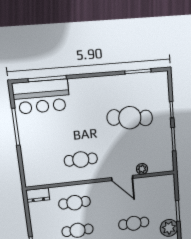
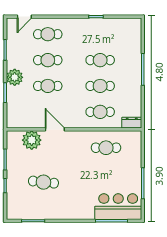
cafe table: (130, 118) -> (43, 182), width x0.73, depth x0.74
cafe table: (81, 160) -> (106, 148), moved
plant: (142, 169) -> (32, 140), width x1.88, depth x1.88

